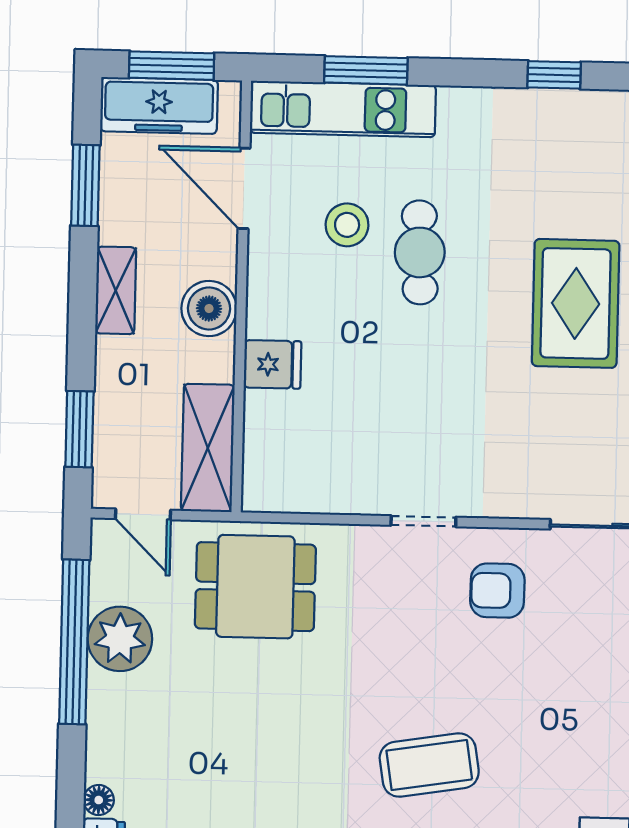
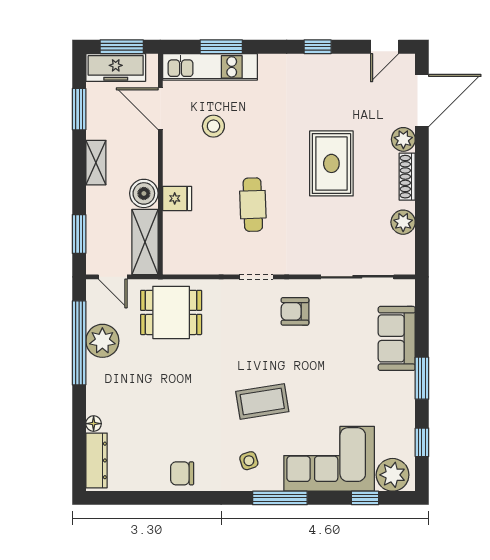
cafe table: (420, 252) -> (253, 205), moved
boiler: (209, 308) -> (144, 193), moved

